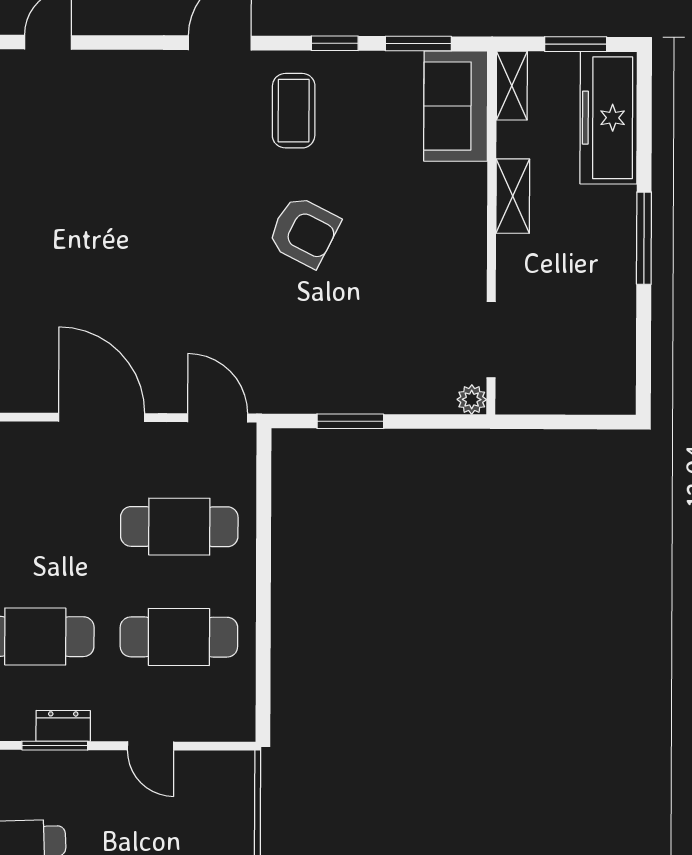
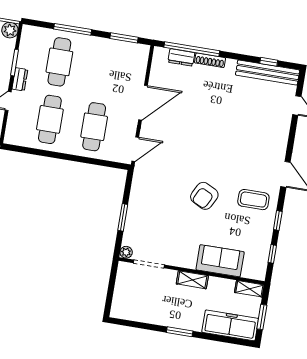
window: (418, 44) -> (272, 254), width x0.67
sofa: (456, 106) -> (220, 261), moved
shelving: (513, 196) -> (192, 280), moved
window: (644, 238) -> (180, 332), width x0.69
window: (350, 421) -> (123, 217), moved
dresser: (63, 726) -> (20, 79), moved

